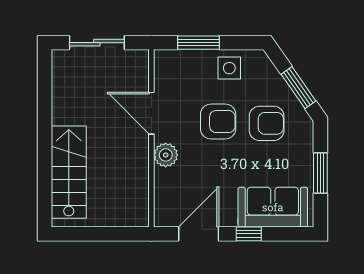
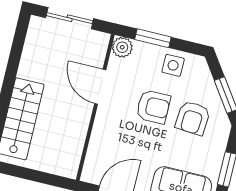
armchair: (267, 123) -> (193, 118), turned 94
plant: (166, 155) -> (122, 47), moved

